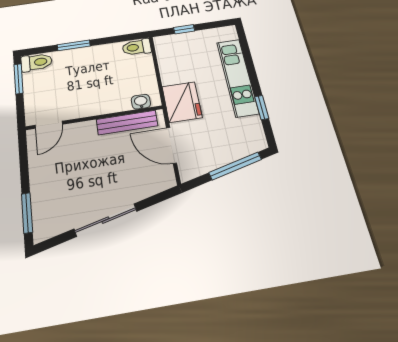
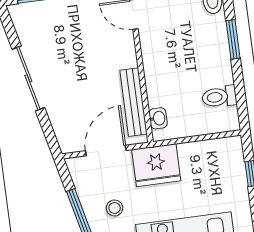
toilet: (137, 47) -> (219, 97), moved, turned -90
stool: (223, 136) -> (115, 208), added

